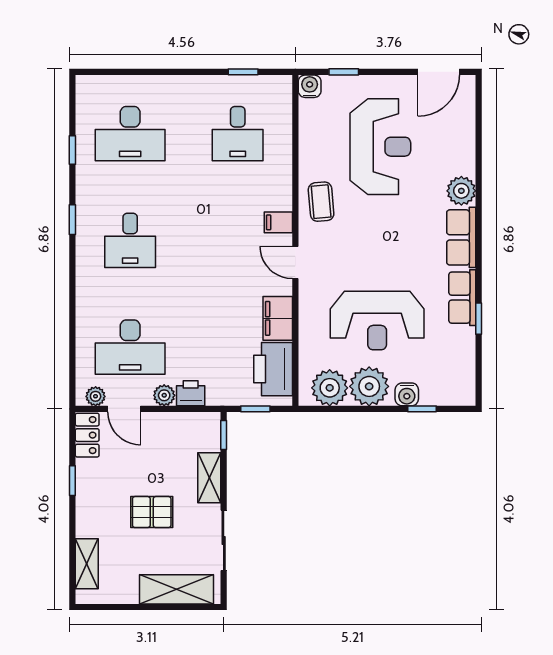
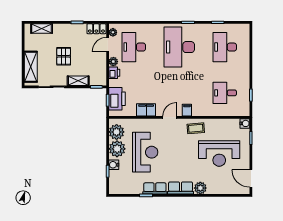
desk: (130, 240) -> (179, 47), width x1.87, depth x1.30
reception desk: (377, 321) -> (145, 152), turned 180
printer: (273, 369) -> (117, 99), moved, turned 90

